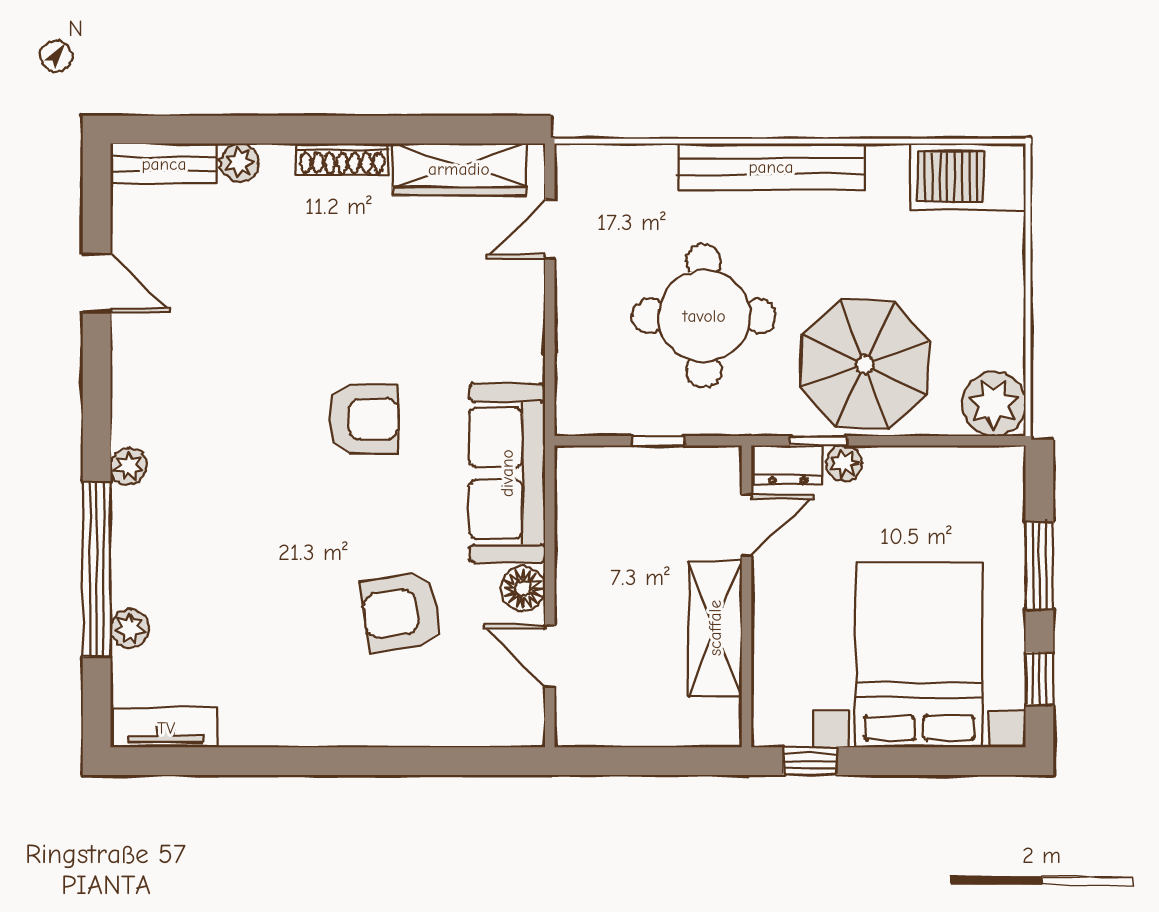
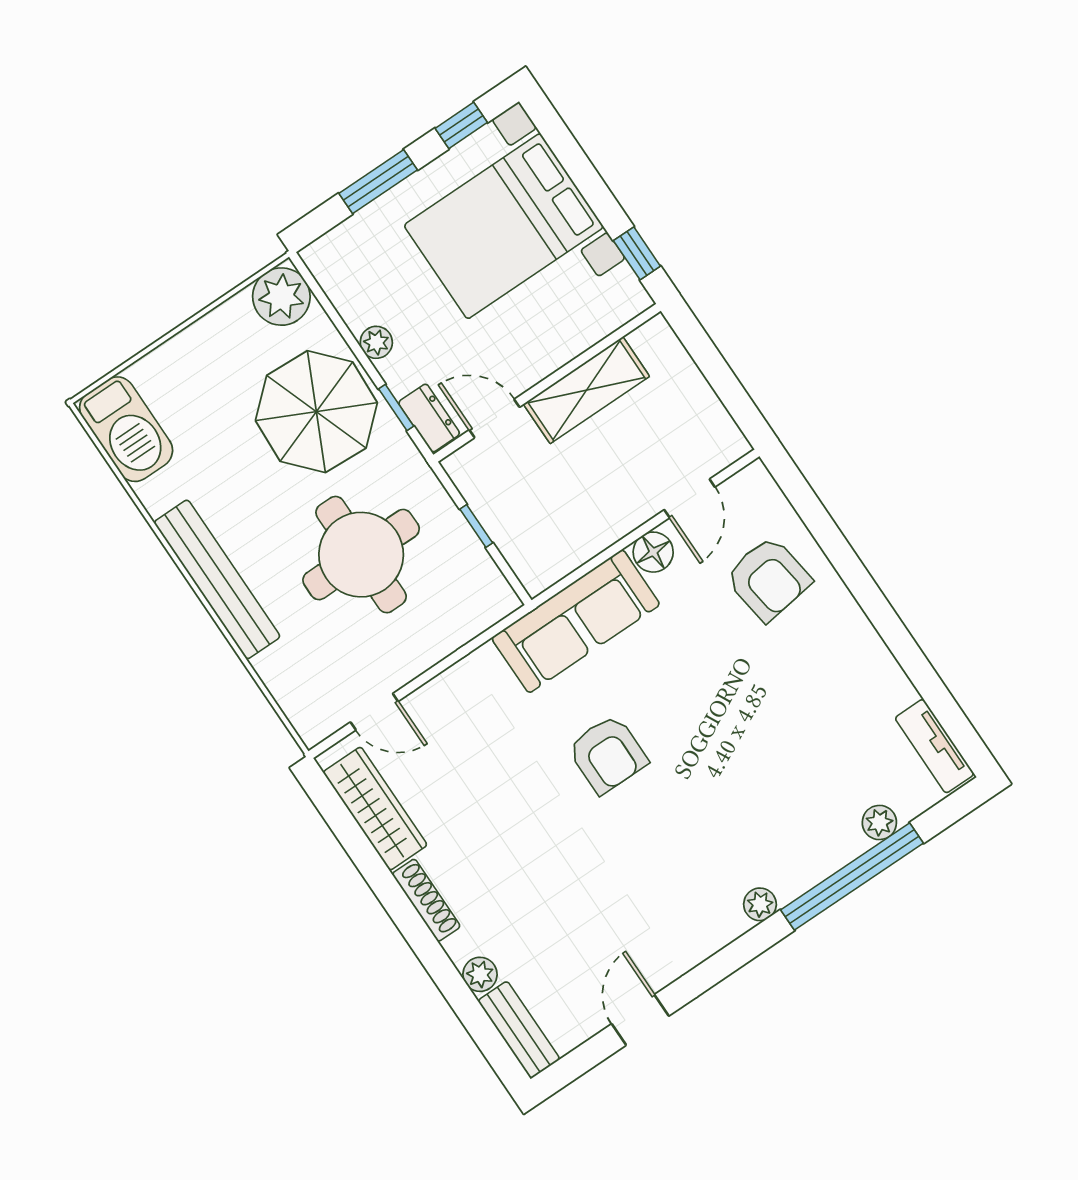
armchair: (364, 419) -> (608, 754), turned 180
plant: (844, 463) -> (376, 342), moved
armchair: (401, 612) -> (768, 579), moved

